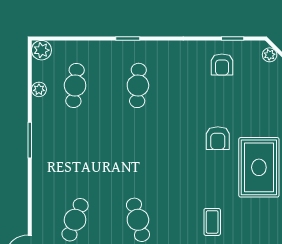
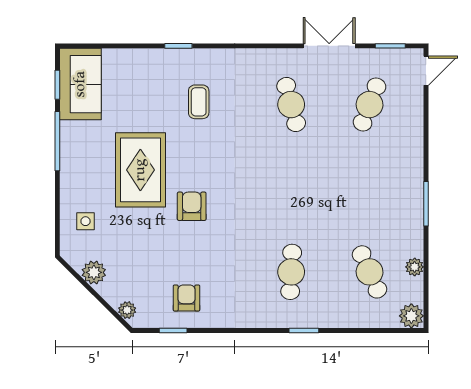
cafe table: (75, 85) -> (370, 272), turned -30

